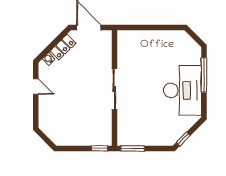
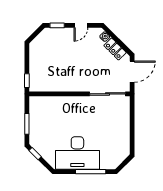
sliding door: (115, 89) -> (108, 94), moved
window: (36, 114) -> (57, 25), added
window: (133, 148) -> (27, 124), moved

